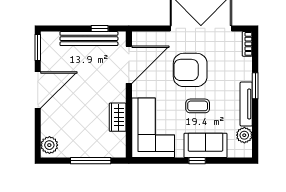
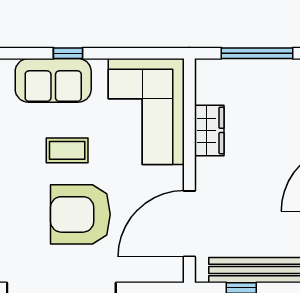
armchair: (190, 70) -> (80, 214), turned 180

